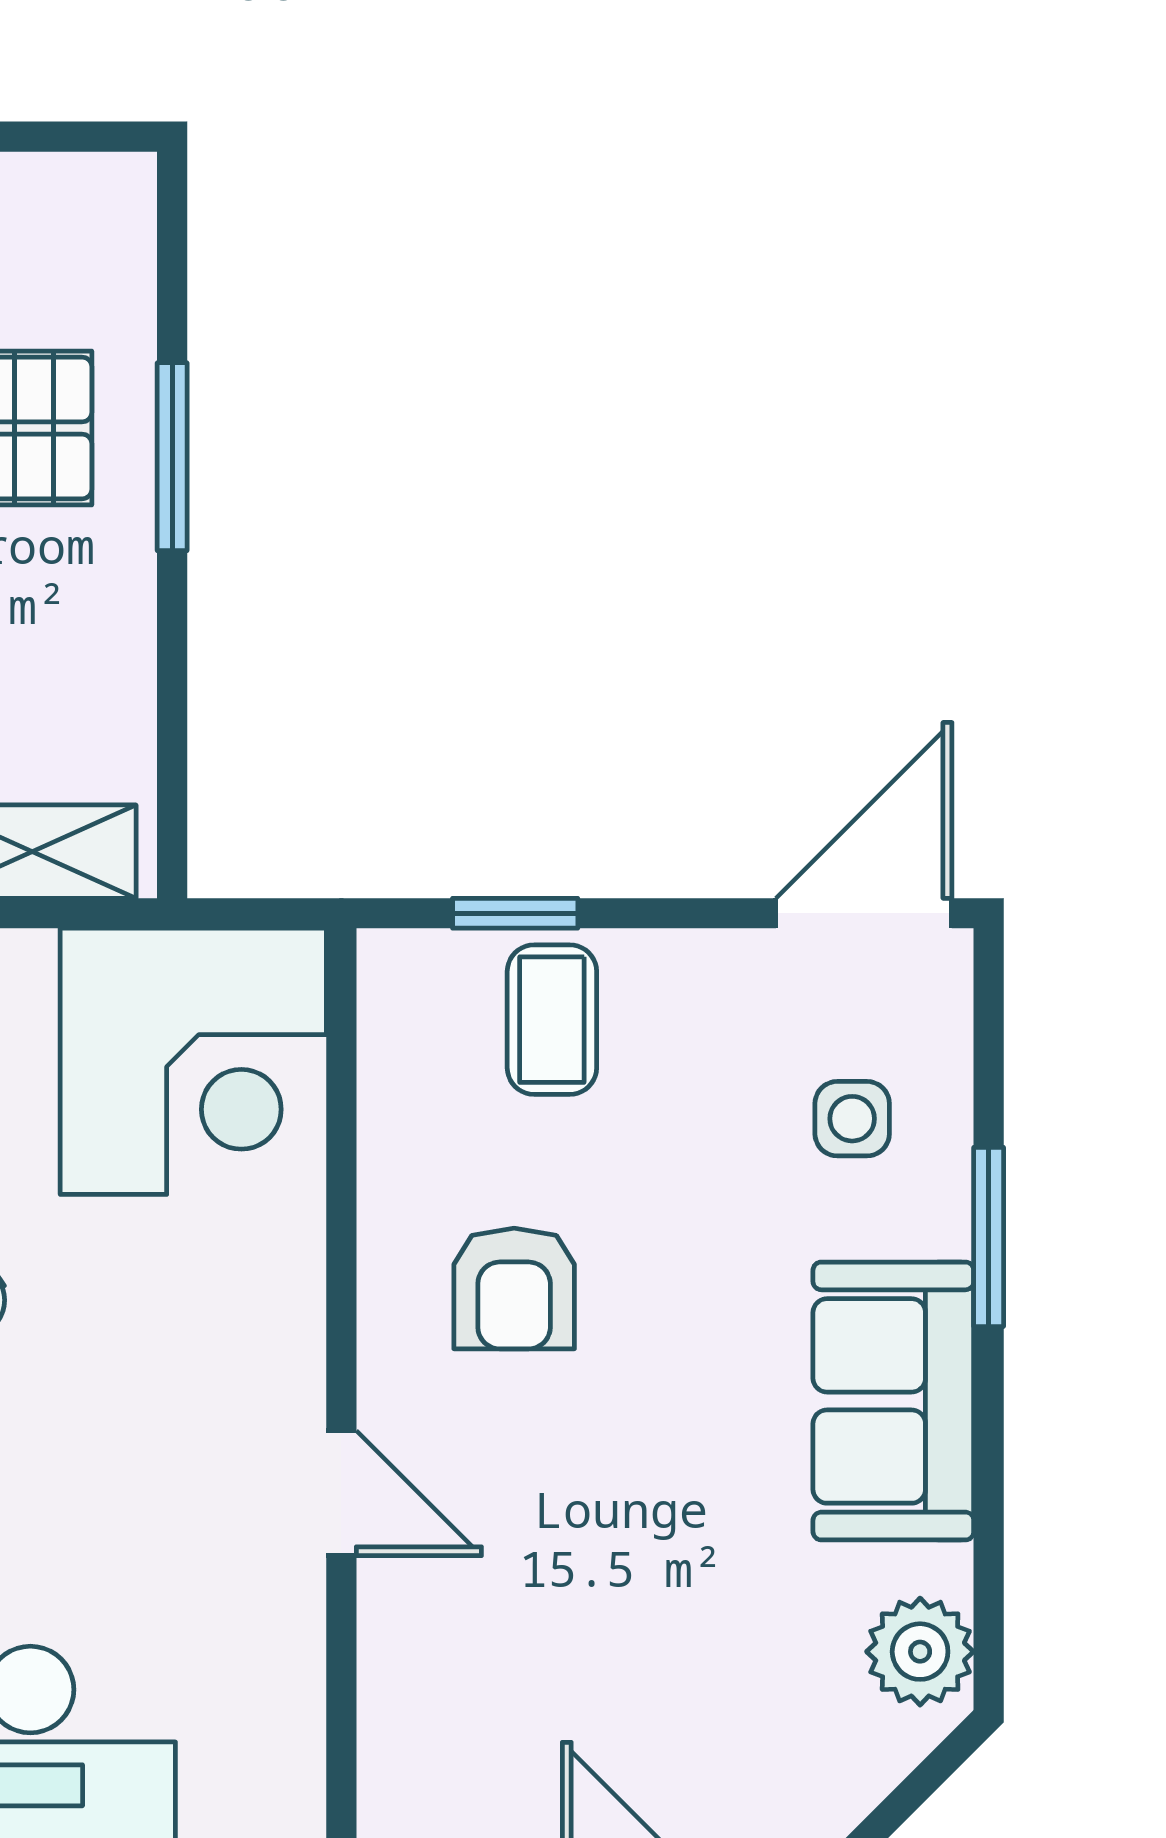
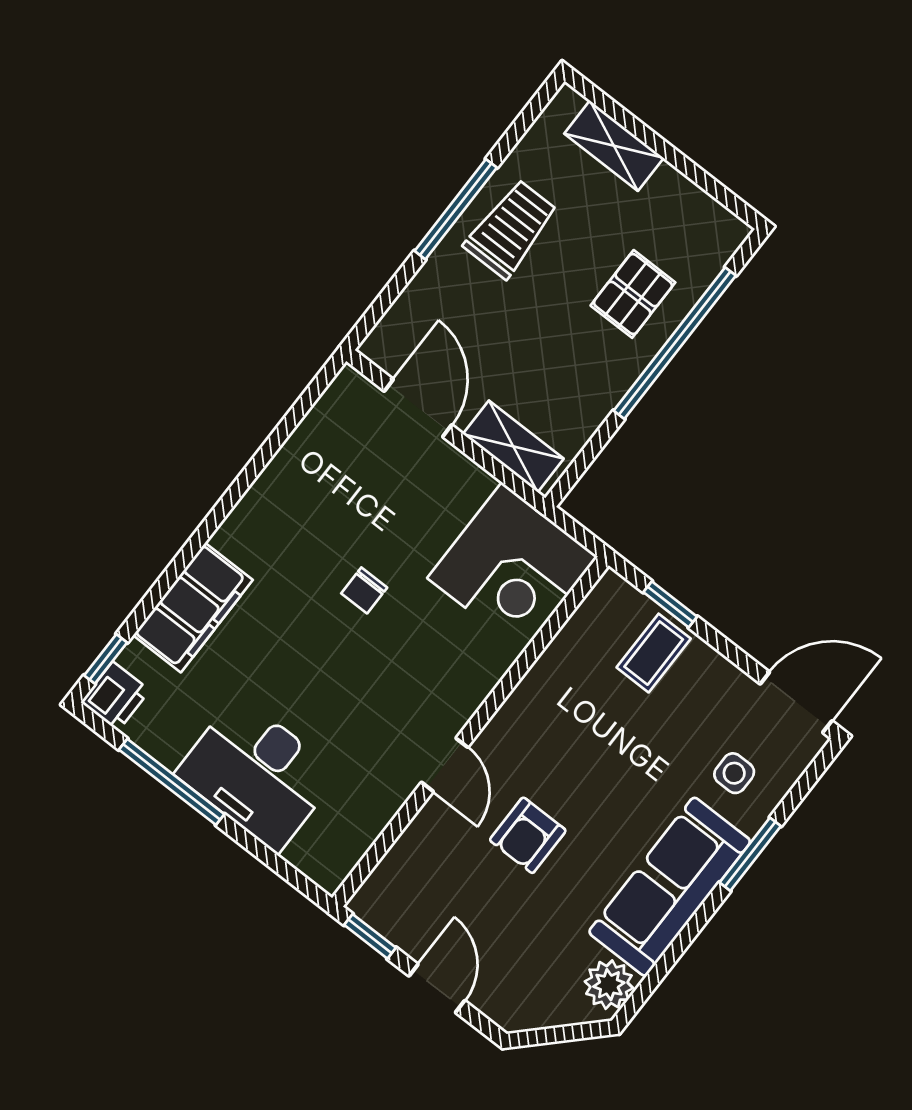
window: (172, 457) -> (675, 343), width x2.11
armchair: (514, 1289) -> (528, 835), moved
sofa: (893, 1401) -> (670, 887), width x1.36

